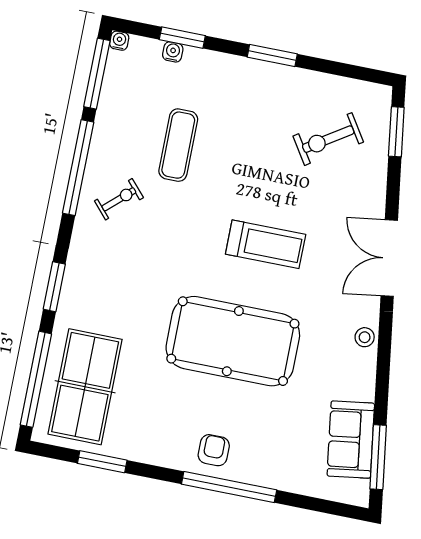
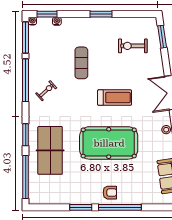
window: (182, 38) -> (47, 14), moved
exercise bike: (328, 139) -> (133, 46), turned 33
exercise mat: (178, 145) -> (81, 63), moved
table tennis table: (85, 387) -> (50, 150), moved
armchair: (214, 450) -> (110, 193), turned 90
window: (102, 462) -> (81, 207), moved

